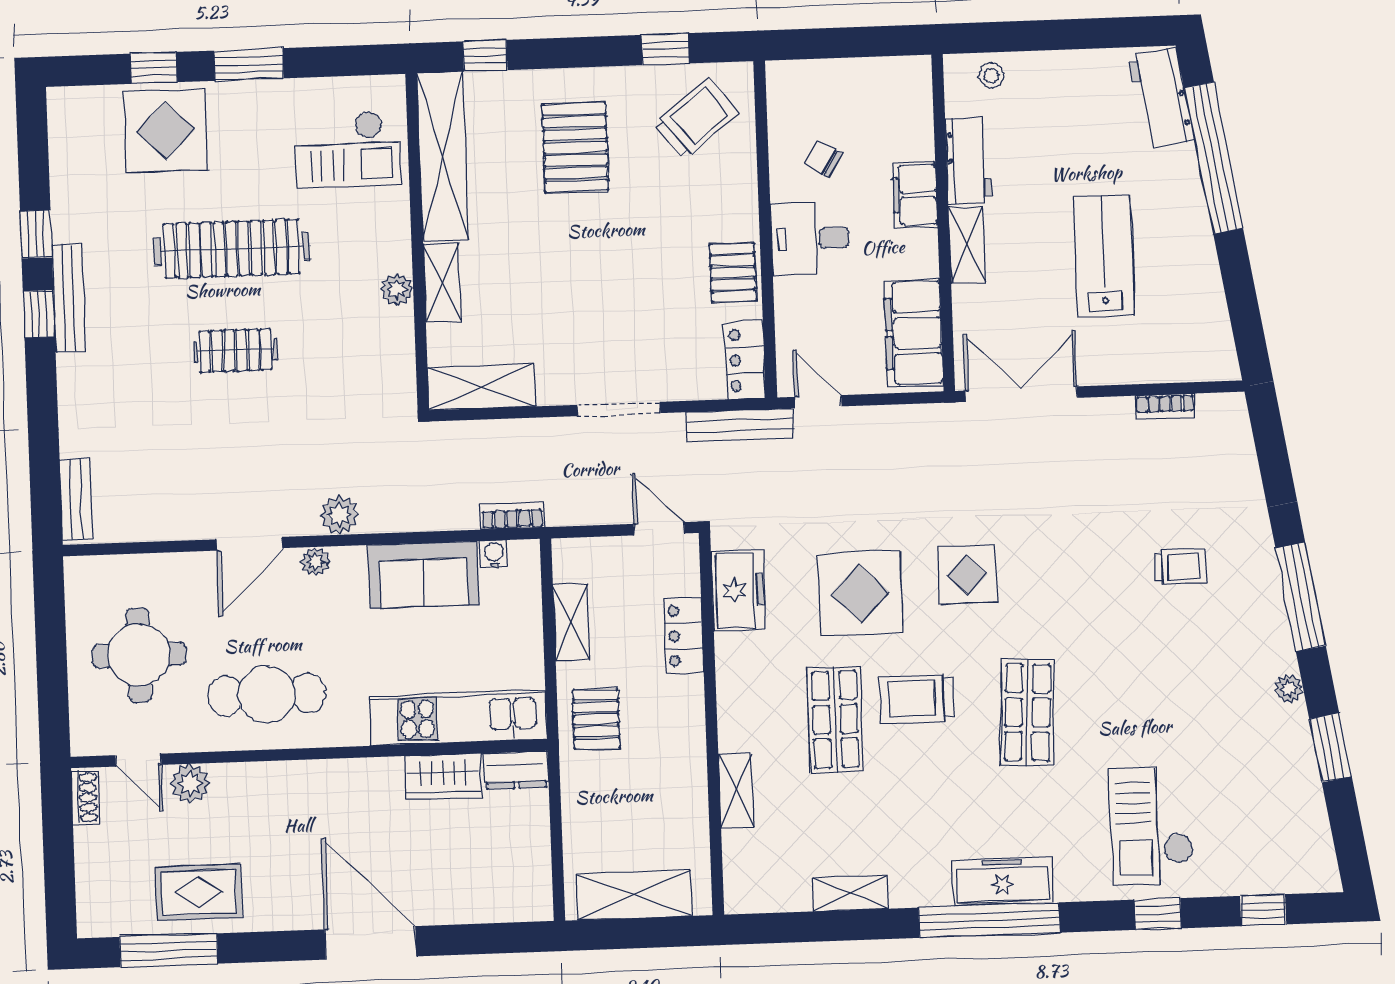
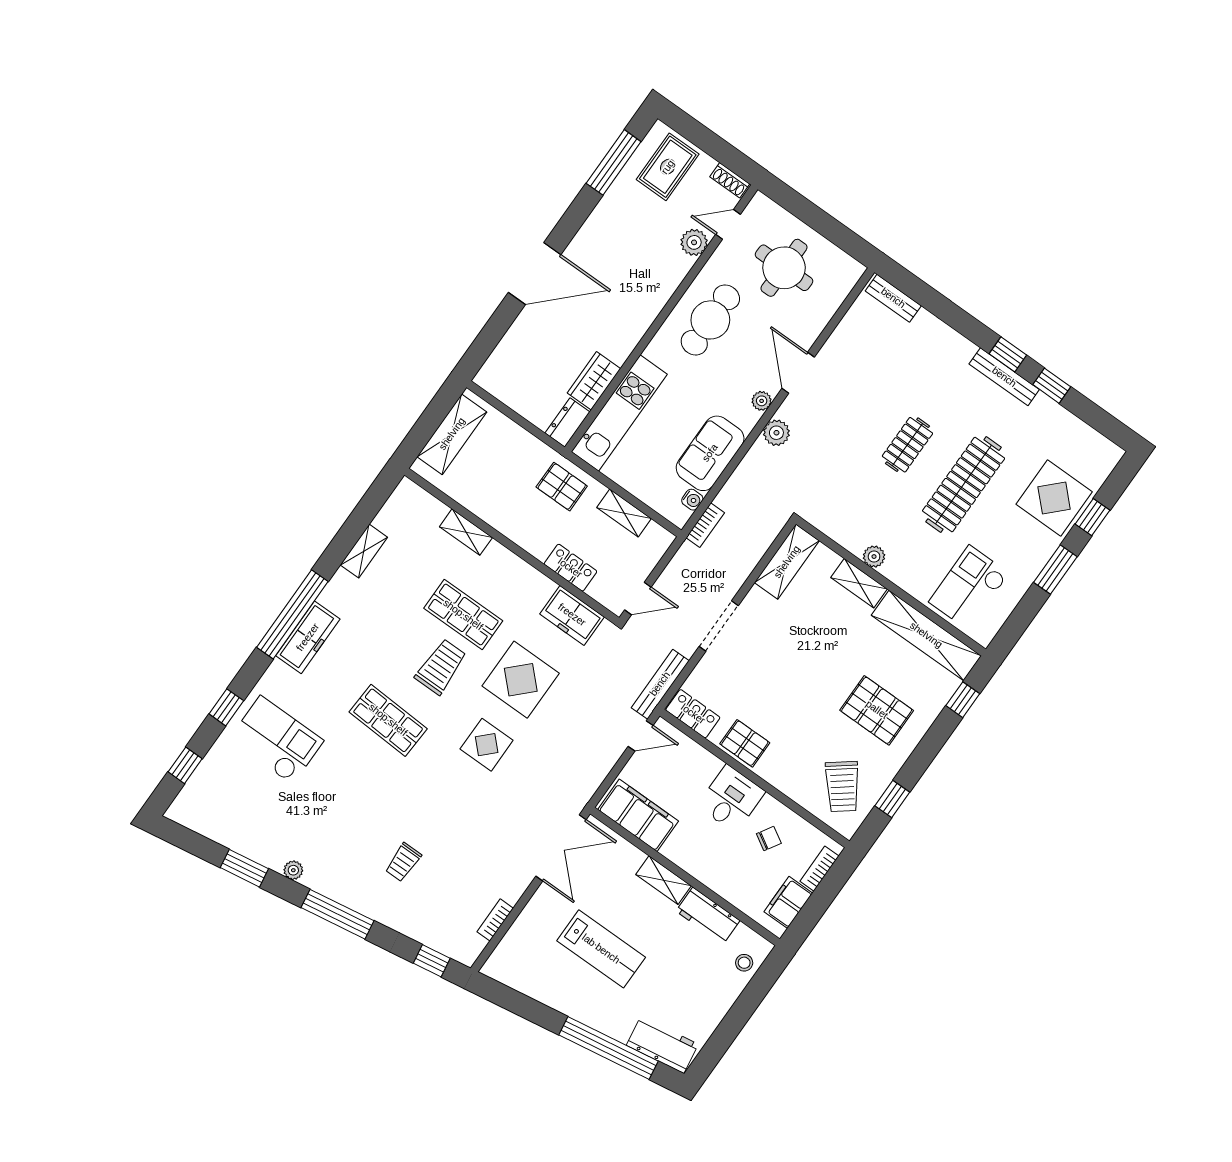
bookcase: (813, 72) -> (819, 869), added
filing cabinet: (915, 195) -> (788, 902), moved, turned -90
window: (1270, 444) -> (432, 961), added
rug: (199, 892) -> (668, 167), moved

